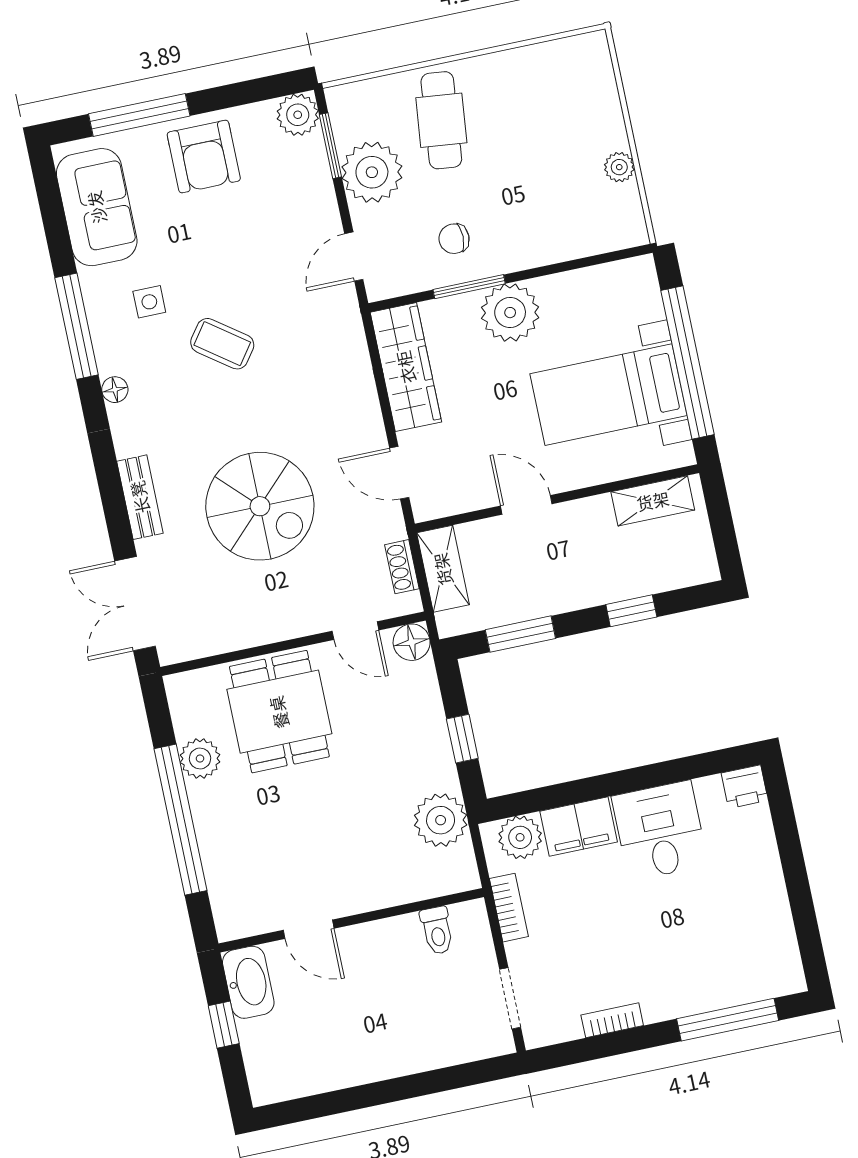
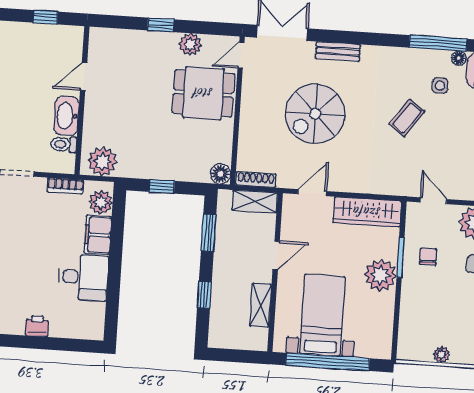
floor lamp: (115, 390) -> (459, 58), moved
shelving: (653, 501) -> (261, 305), moved
shoe rack: (402, 567) -> (256, 180), width x1.43
door: (355, 631) -> (241, 55), moved
printer: (745, 787) -> (37, 326), moved, turned 90
window: (181, 820) -> (161, 25), width x0.32
plant: (441, 820) -> (102, 161), moved
washbasin: (248, 982) -> (67, 116), moved, turned 90

